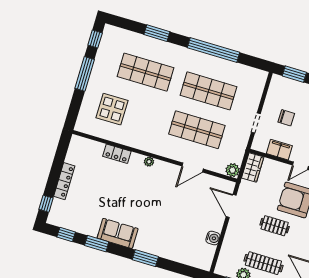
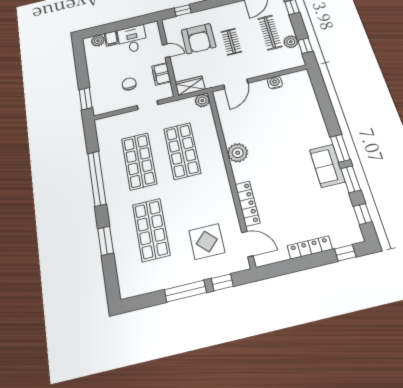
window: (95, 39) -> (222, 282), moved
locker: (117, 154) -> (247, 204), width x1.53
plant: (149, 162) -> (238, 153), moved, width x1.87, depth x1.87
door: (193, 167) -> (247, 244), moved
window: (145, 258) -> (340, 148), moved

